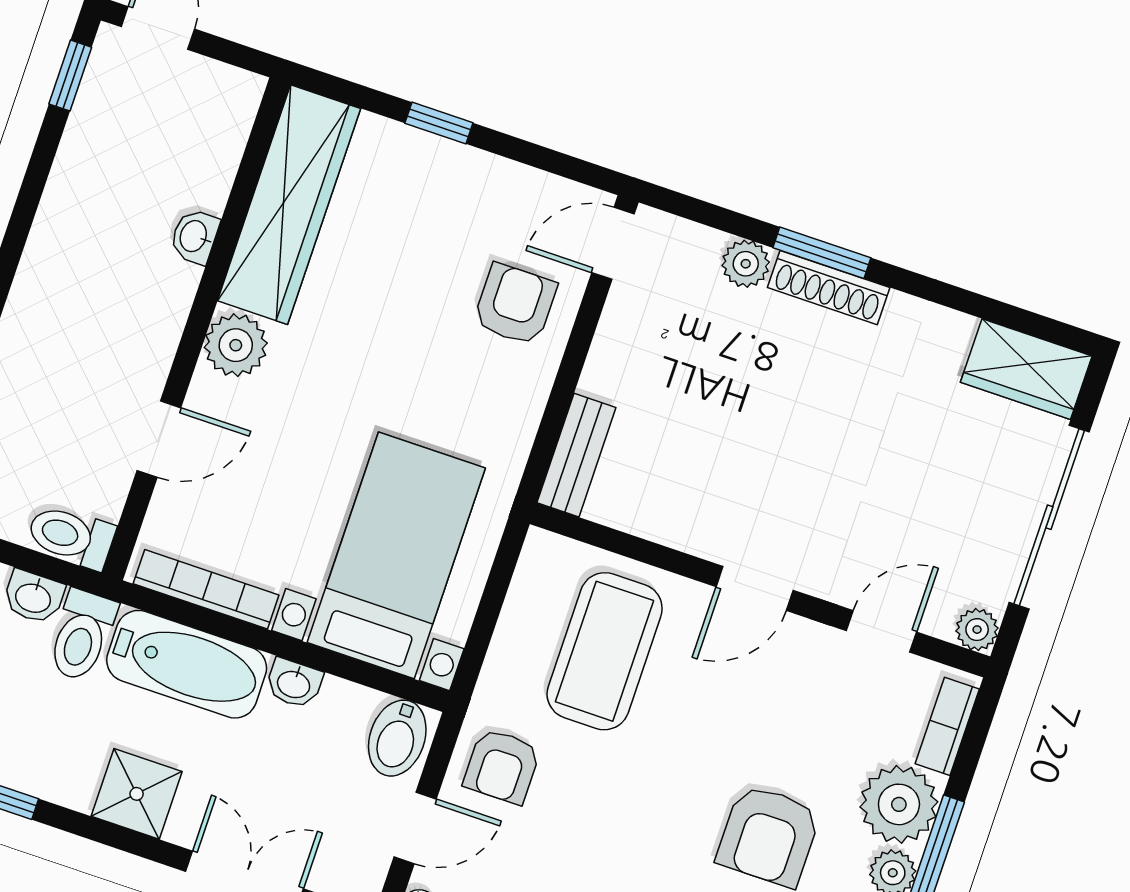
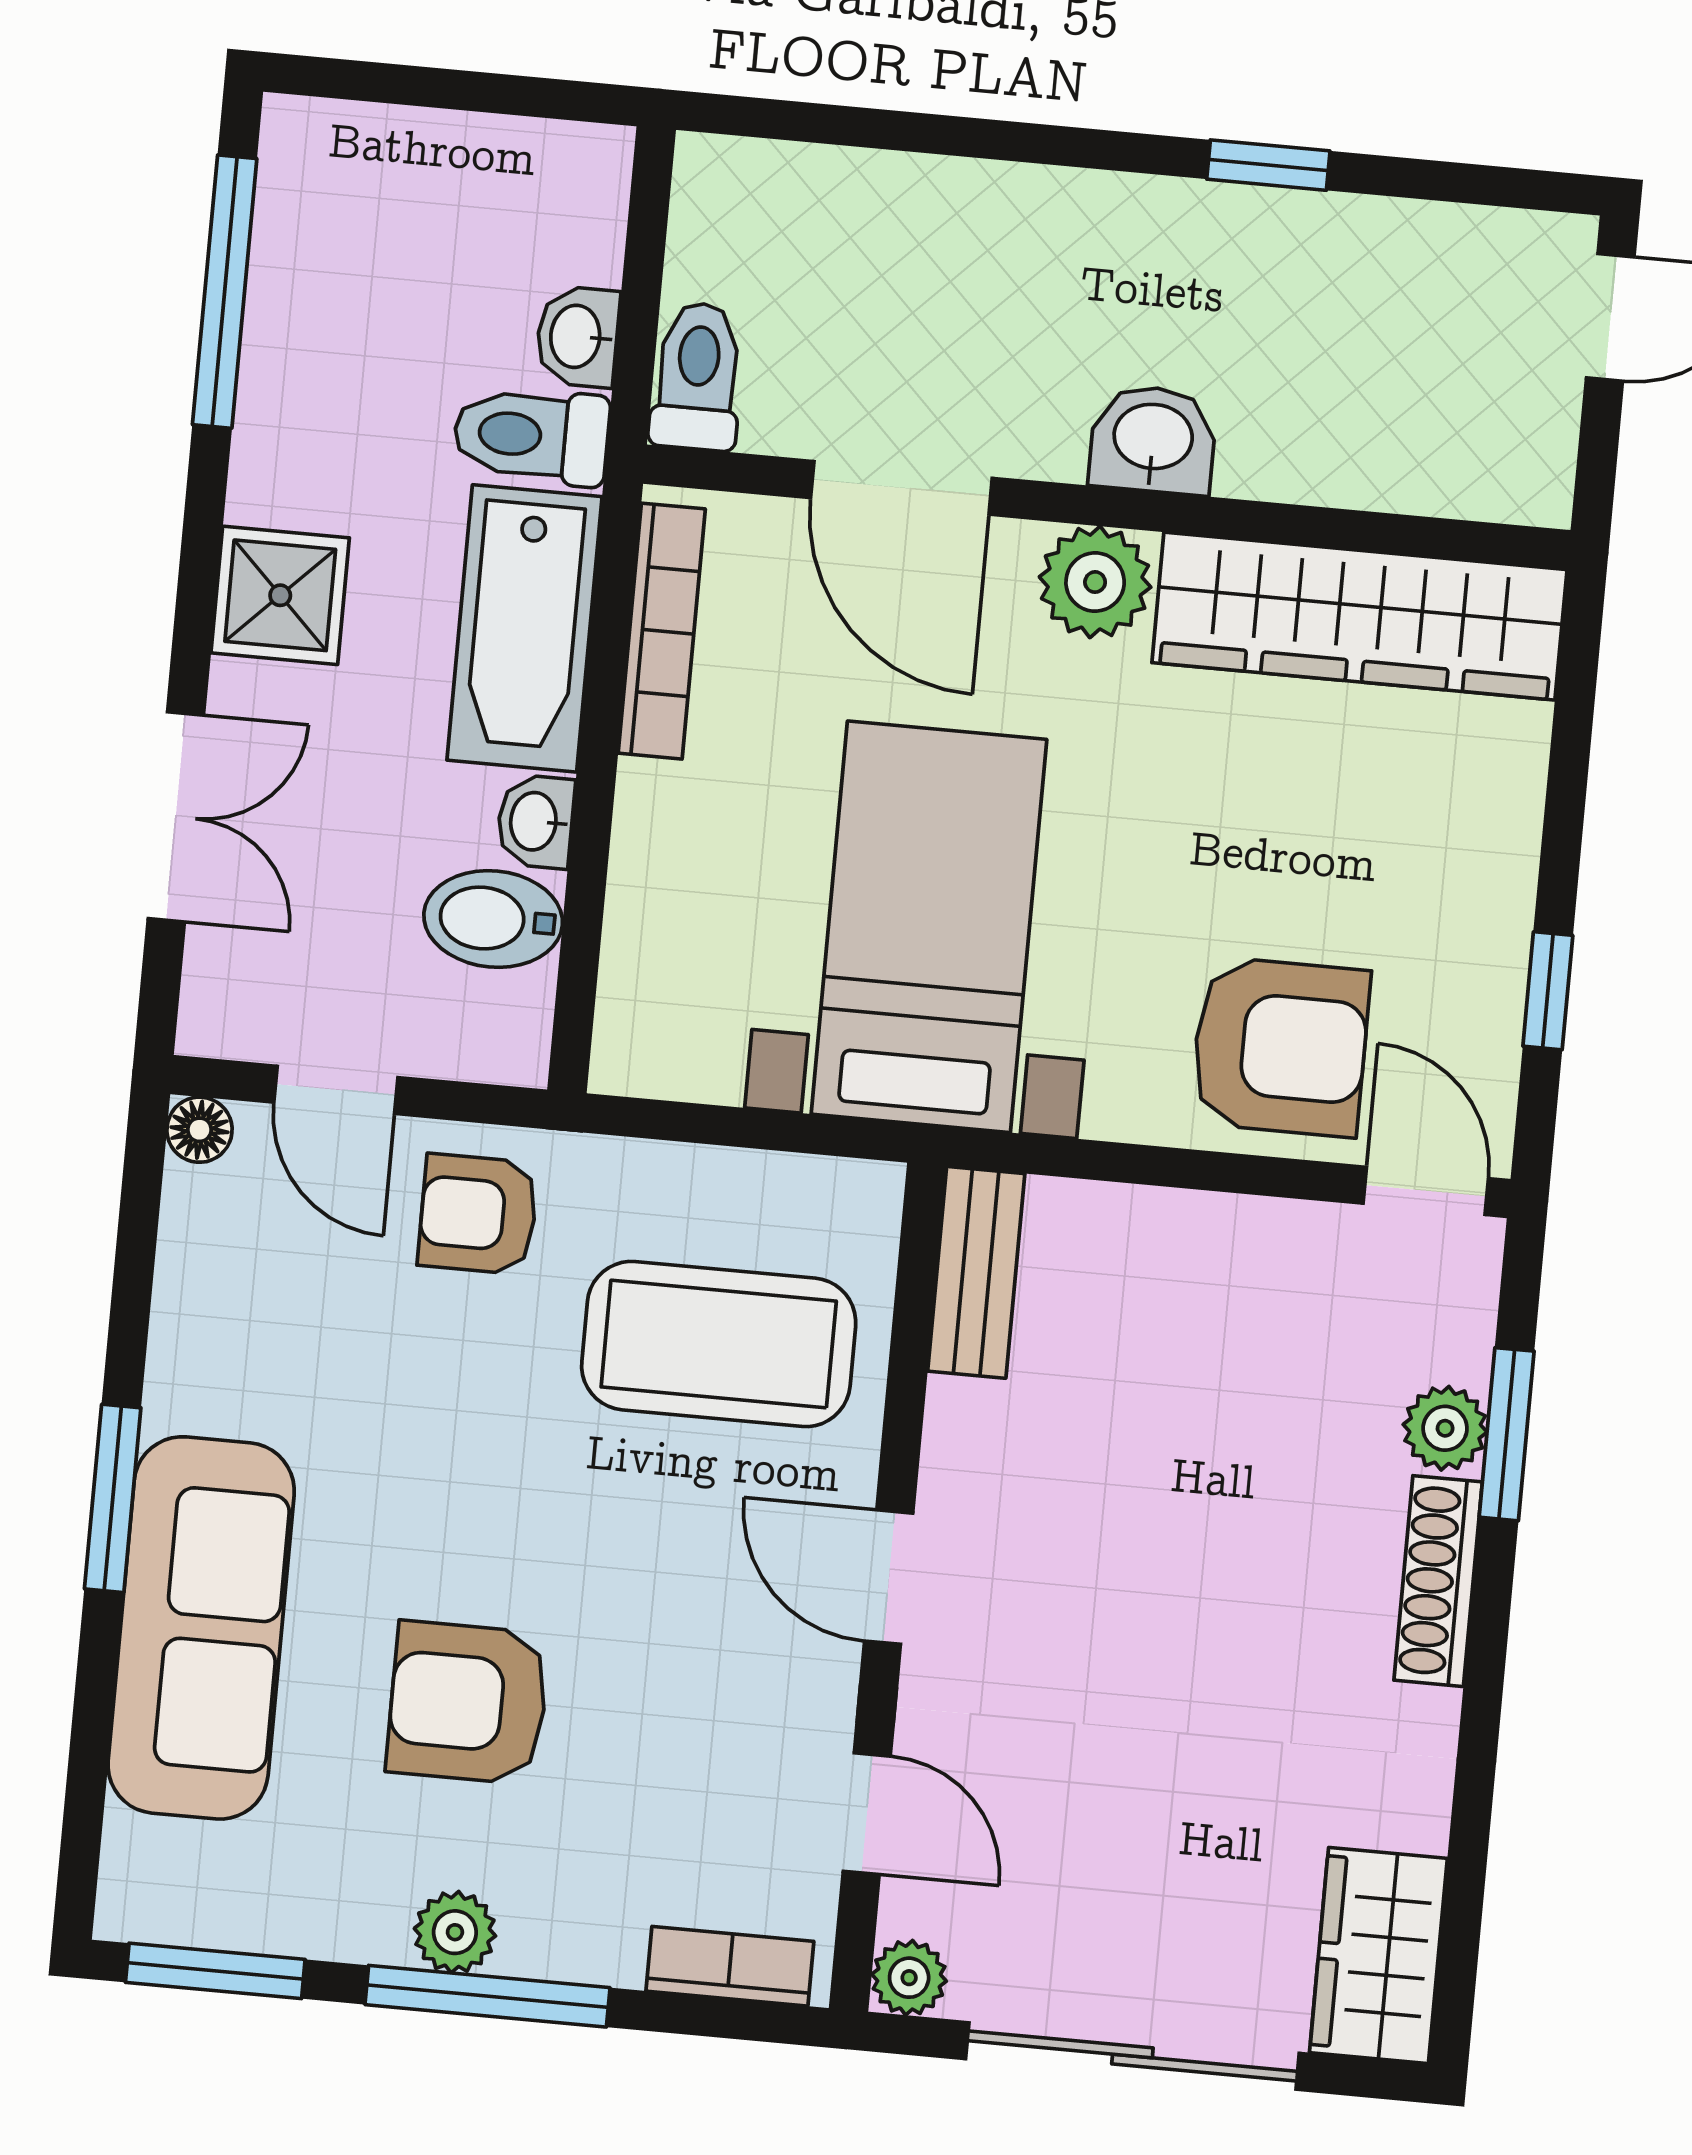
window: (70, 76) -> (1268, 165), moved
window: (439, 123) -> (1548, 991), moved
washbasin: (194, 236) -> (1153, 440), moved, width x1.38, depth x1.45
window: (822, 253) -> (1507, 1434), moved
armchair: (515, 304) -> (1280, 1047), width x1.38, depth x1.38
door: (159, 439) -> (901, 488), width x1.38
bench: (576, 455) -> (976, 1272), moved, turned 90
bed with nightstands: (396, 555) -> (929, 927), moved, turned -90
bidet: (397, 738) -> (493, 919), moved
plant: (899, 804) -> (575, 1915), removed

